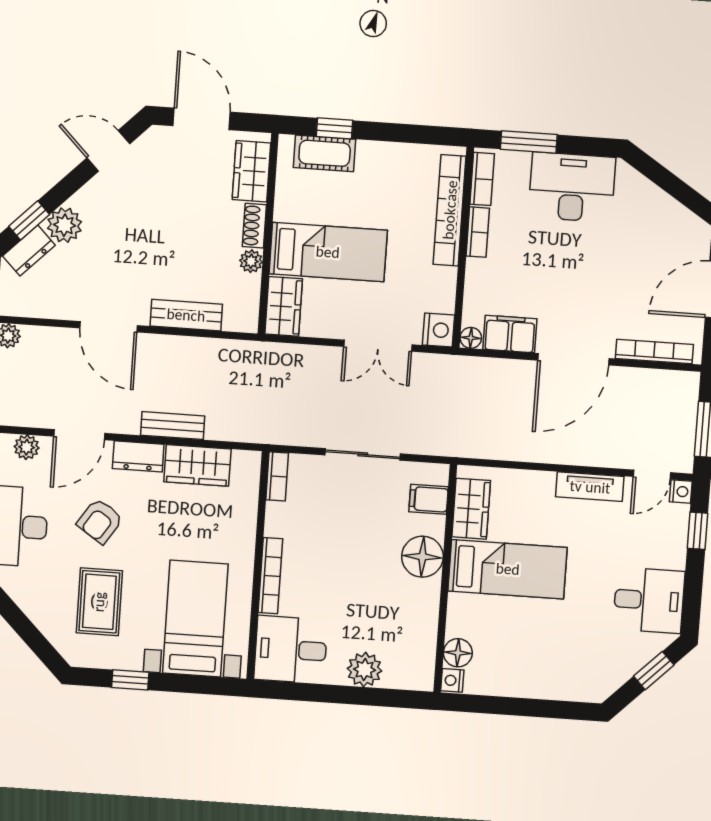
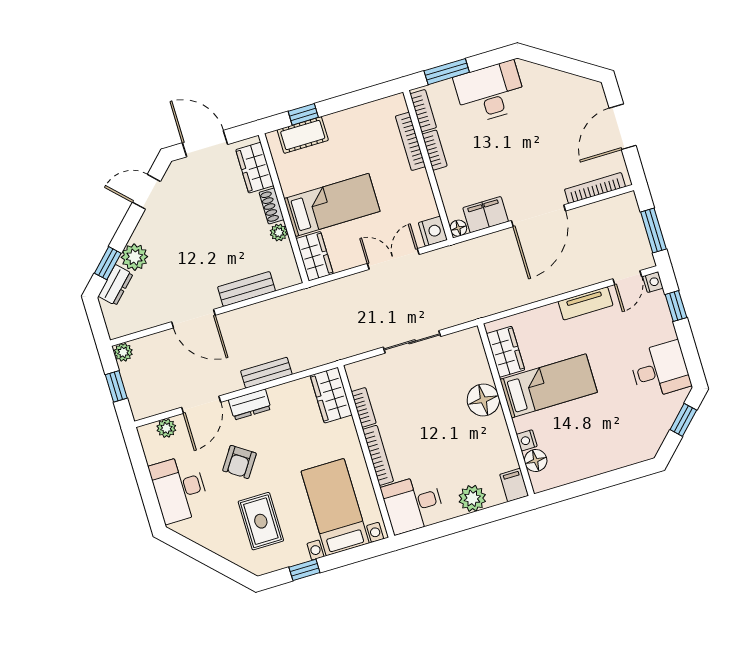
bookcase: (450, 210) -> (410, 141), width x0.68, depth x0.76
double door: (378, 346) -> (393, 259), swing flipped
wardrobe: (197, 465) -> (331, 395), moved, turned 90
bookcase: (277, 476) -> (364, 407), moved
filing cabinet: (429, 499) -> (514, 485), moved, turned 90
nightstand: (452, 680) -> (527, 440), moved

